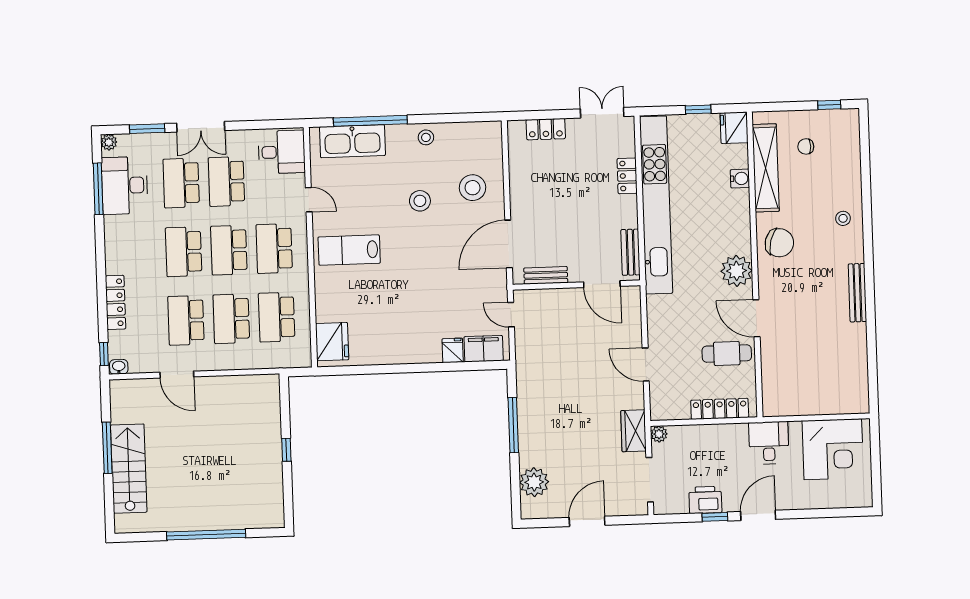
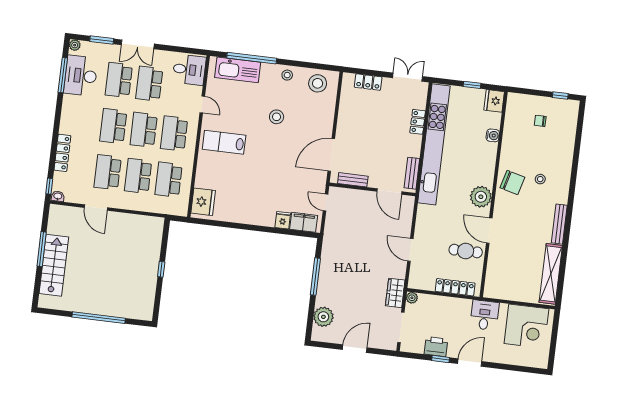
shelving: (766, 168) -> (551, 274), moved
stool: (473, 188) -> (318, 83), moved
stool: (843, 218) -> (540, 179), moved

